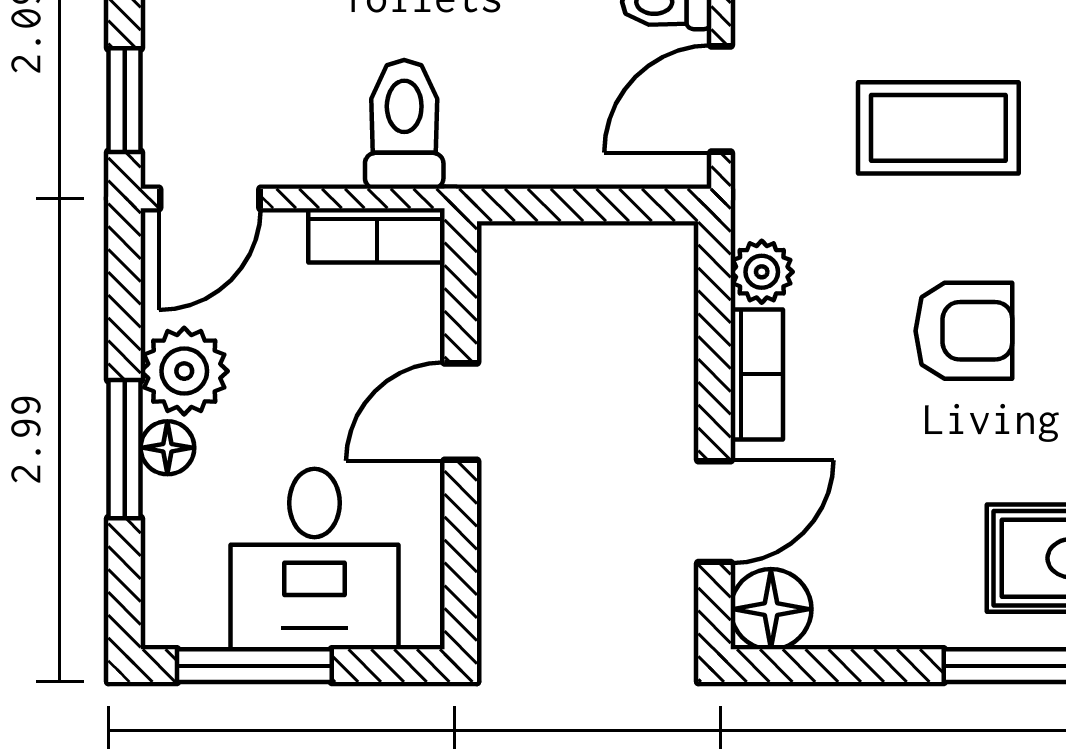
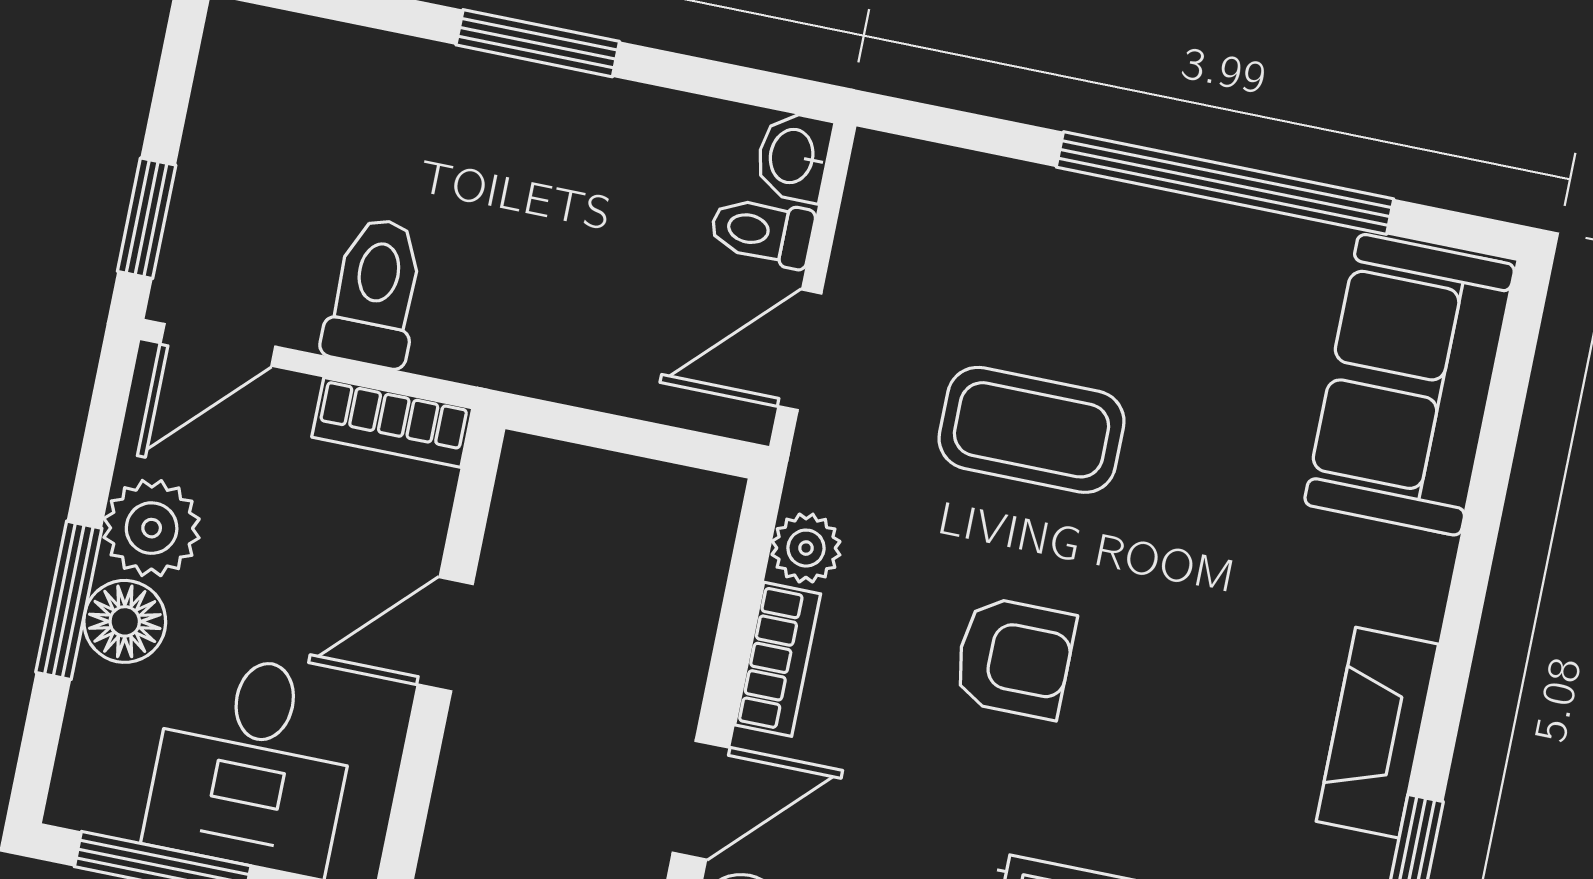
toilet: (404, 124) -> (375, 292), moved
floor lamp: (167, 448) -> (125, 621), width x1.37, depth x1.37

